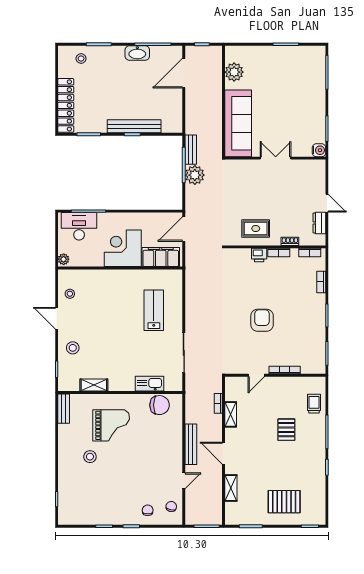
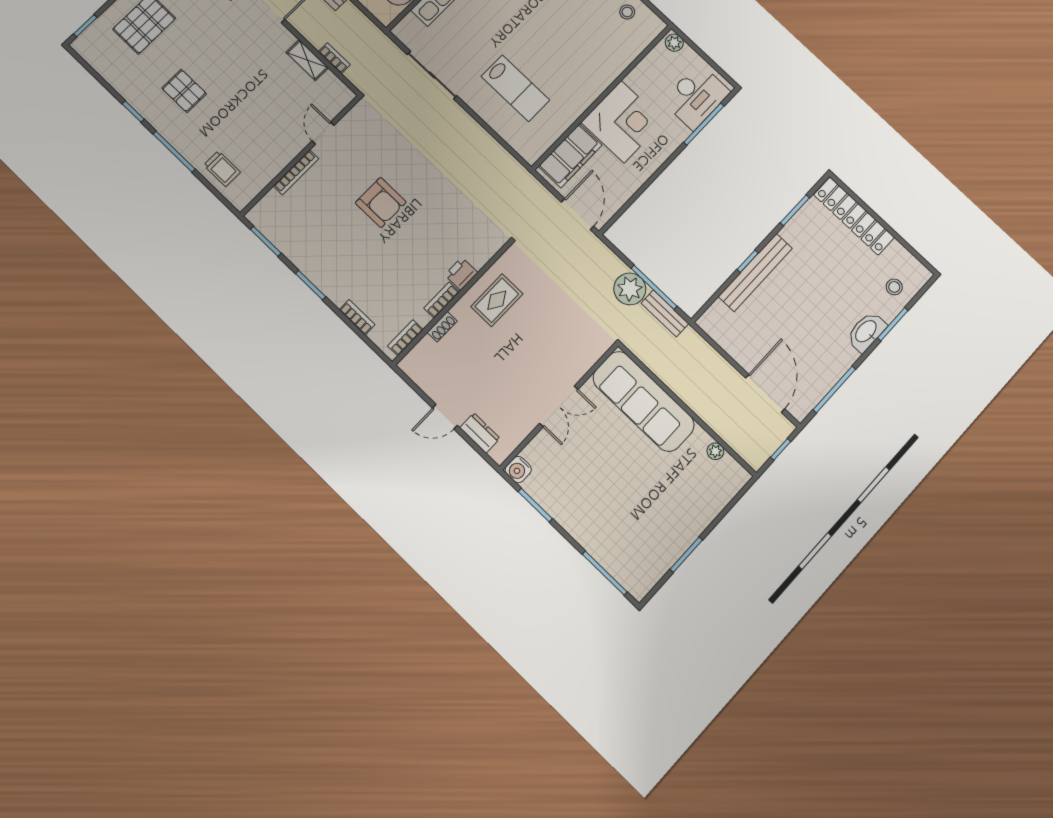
washbasin: (137, 53) -> (866, 332), moved
plant: (234, 72) -> (715, 451), width x0.53, depth x0.53
dresser: (319, 223) -> (480, 433), moved
pallet: (286, 430) -> (184, 91), moved

